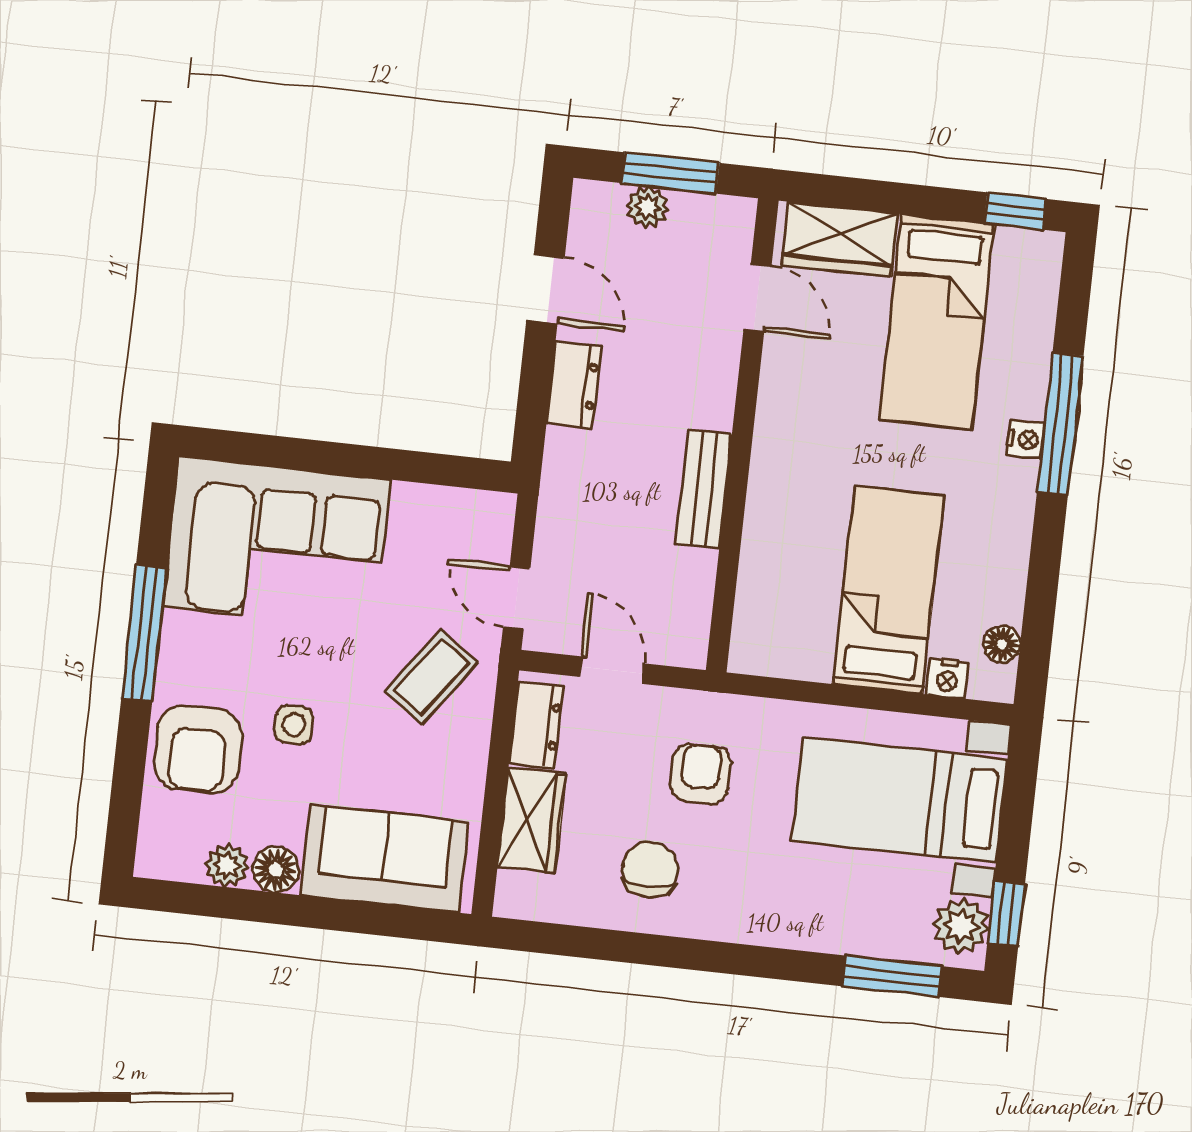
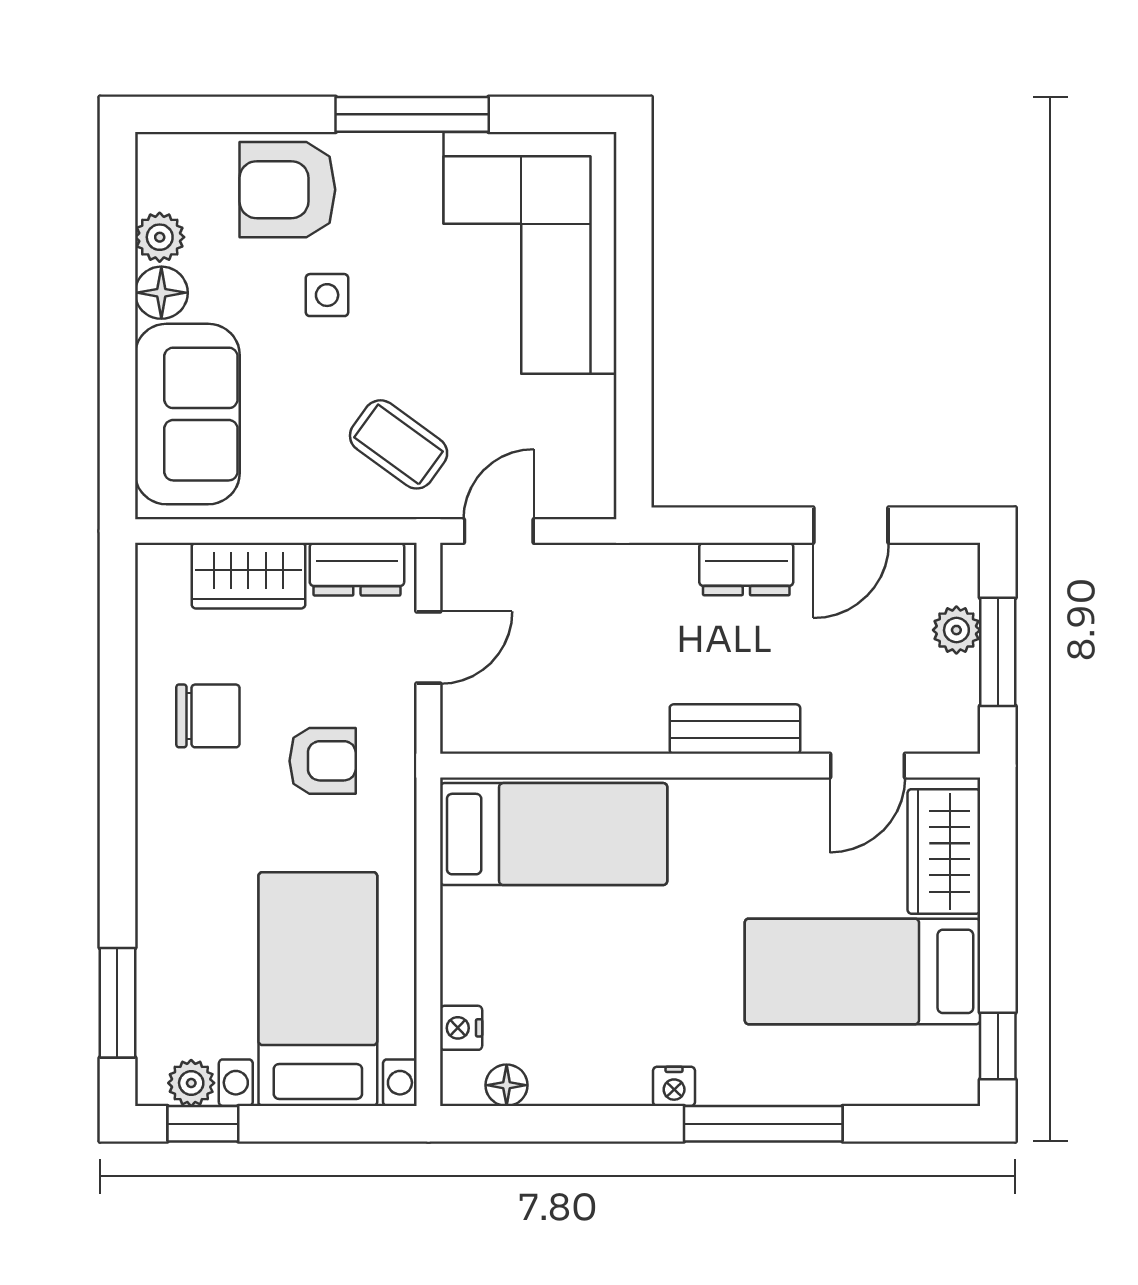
nightstand: (1025, 439) -> (674, 1086), moved
bench: (704, 489) -> (735, 729), moved
bed: (888, 590) -> (554, 834), moved
plant: (961, 926) -> (191, 1083), width x0.73, depth x0.73

